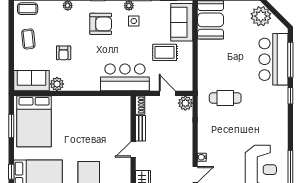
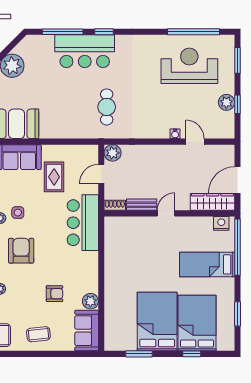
bar counter: (273, 59) -> (85, 51), moved
bed: (34, 121) -> (157, 322), moved, turned -90
door: (133, 149) -> (166, 213), swing flipped

